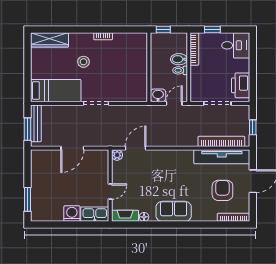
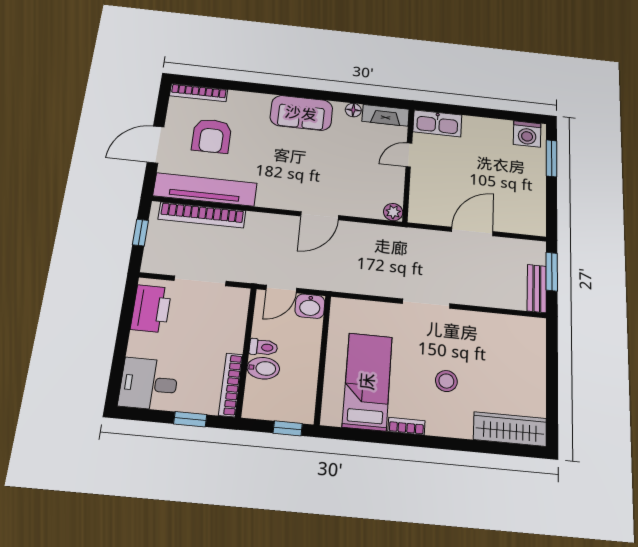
bed: (56, 91) -> (367, 381), moved, turned 90
bench: (36, 123) -> (537, 288), width x0.73
door: (136, 148) -> (320, 216), moved
washing machine: (72, 214) -> (527, 134), moved

